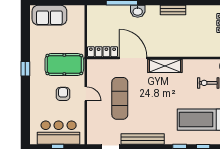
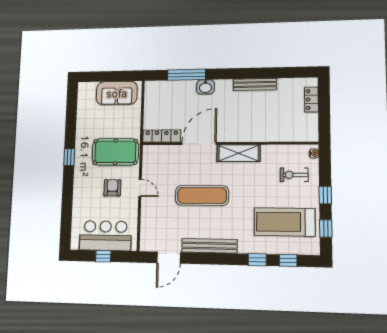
bench: (173, 10) -> (255, 84), width x1.36
sofa: (49, 15) -> (117, 93), moved
door: (133, 58) -> (199, 144), hinge flipped
exercise mat: (120, 98) -> (202, 196), moved, turned 90

